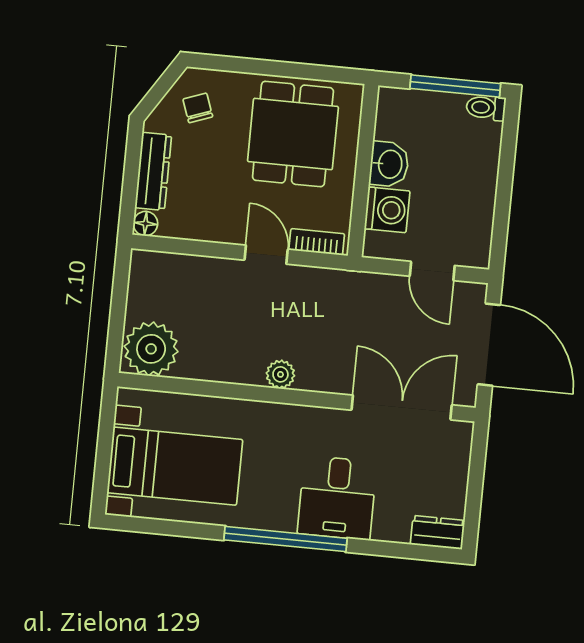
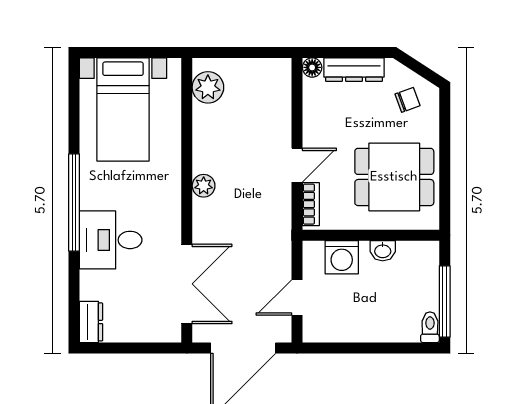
washbasin: (389, 164) -> (383, 251), width x0.72, depth x0.69
plant: (151, 349) -> (208, 87), width x0.73, depth x0.73

